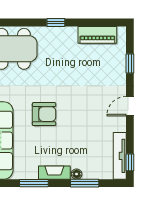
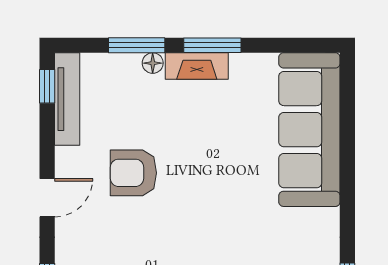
armchair: (44, 114) -> (133, 173), moved
window: (34, 183) -> (212, 45), moved

